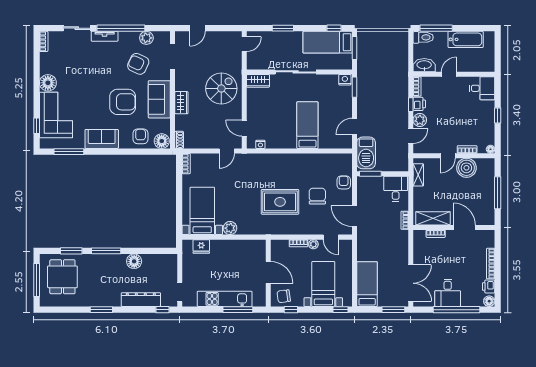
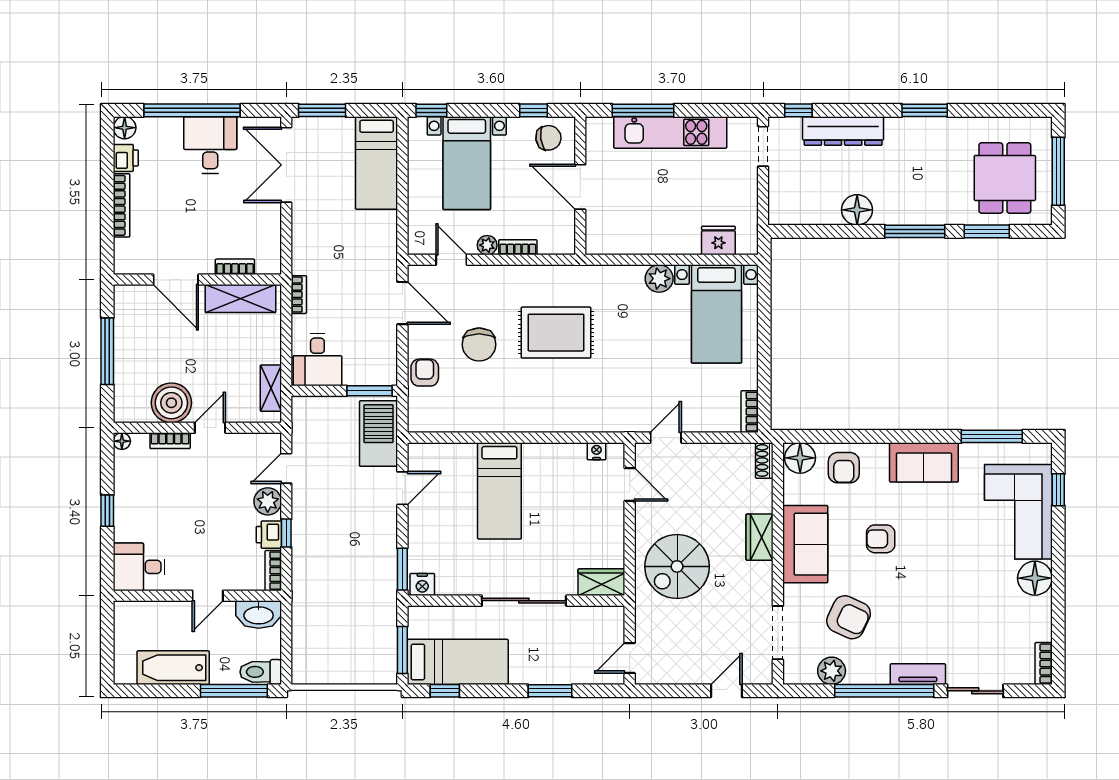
armchair: (123, 102) -> (881, 539), width x0.53, depth x0.53
armchair: (344, 182) -> (425, 373), turned 180

